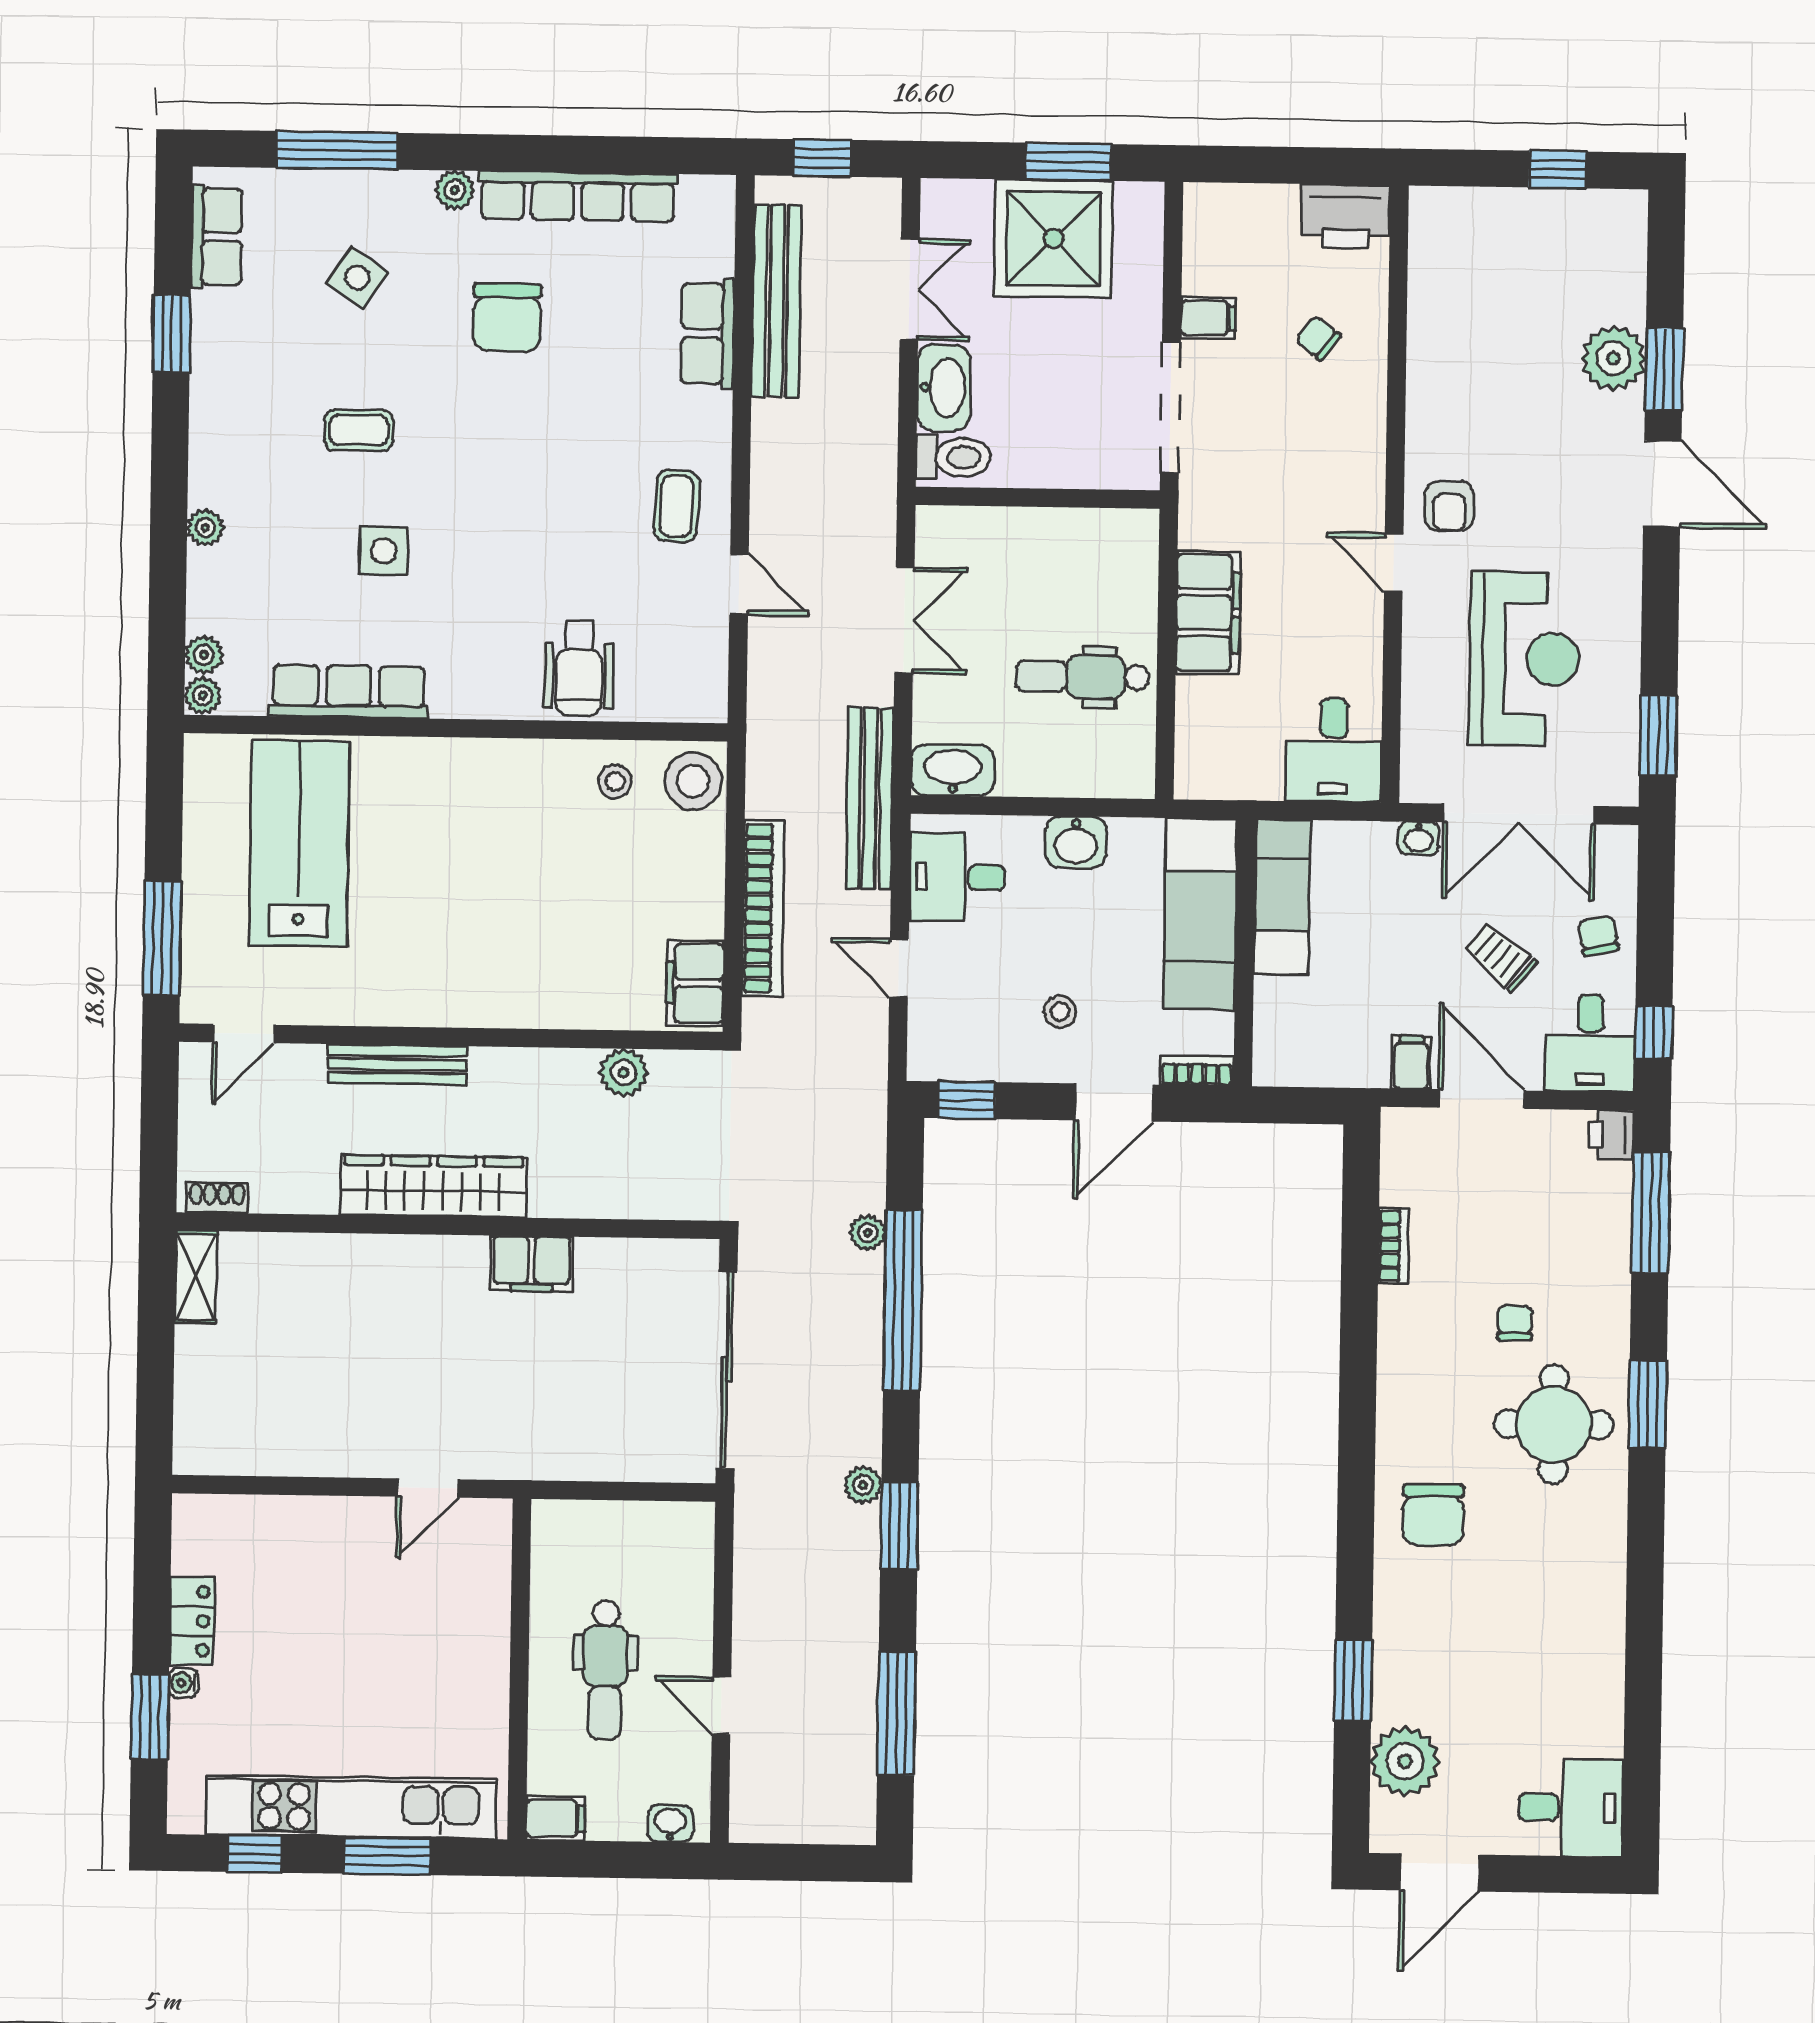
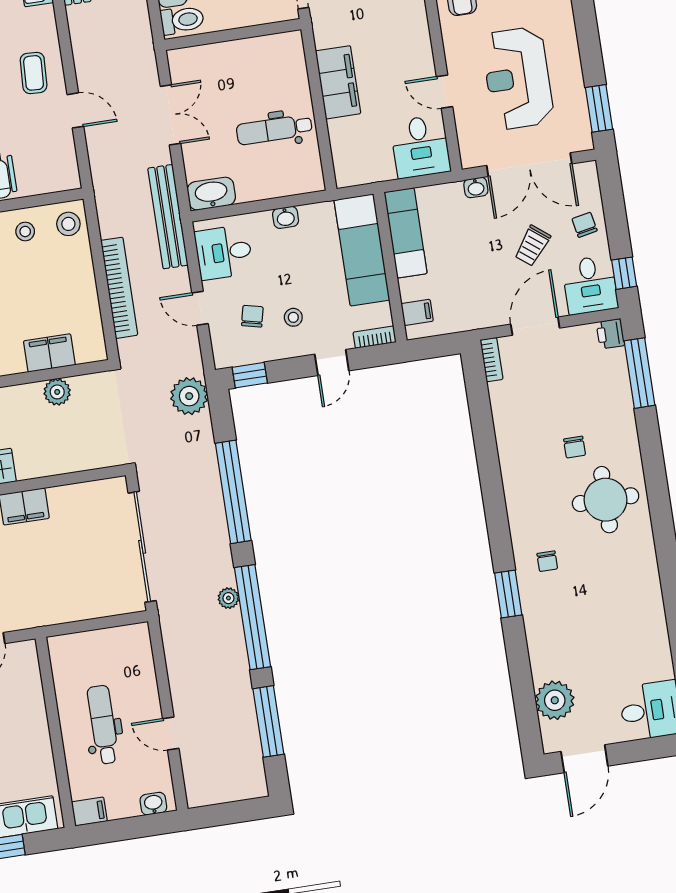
door: (1394, 563) -> (444, 92), moved
reception desk: (1524, 659) -> (518, 78), turned 180
stool: (693, 781) -> (68, 224), width x0.73, depth x0.73
washbasin: (1076, 842) -> (286, 217), width x0.72, depth x0.69
trolley: (1501, 957) -> (532, 246), turned -92
filing cabinet: (695, 983) -> (49, 353), moved, turned 90
chair: (988, 998) -> (252, 316), added
filing cabinet: (1411, 1062) -> (417, 312), moved, turned 90
door: (1482, 1099) -> (535, 326), hinge flipped
door: (1114, 1103) -> (332, 363), width x0.73
plant: (868, 1233) -> (189, 396), moved, width x1.88, depth x1.88
bookcase: (1393, 1246) -> (491, 360), moved
chair: (1515, 1323) -> (575, 447), turned 180
window: (1648, 1404) -> (656, 480), removed
chair: (1433, 1515) -> (547, 561), width x0.54, depth x0.54
window: (899, 1526) -> (252, 617), width x2.11
dental chair: (605, 1670) -> (103, 725), turned 180
window: (1353, 1680) -> (508, 594), moved

